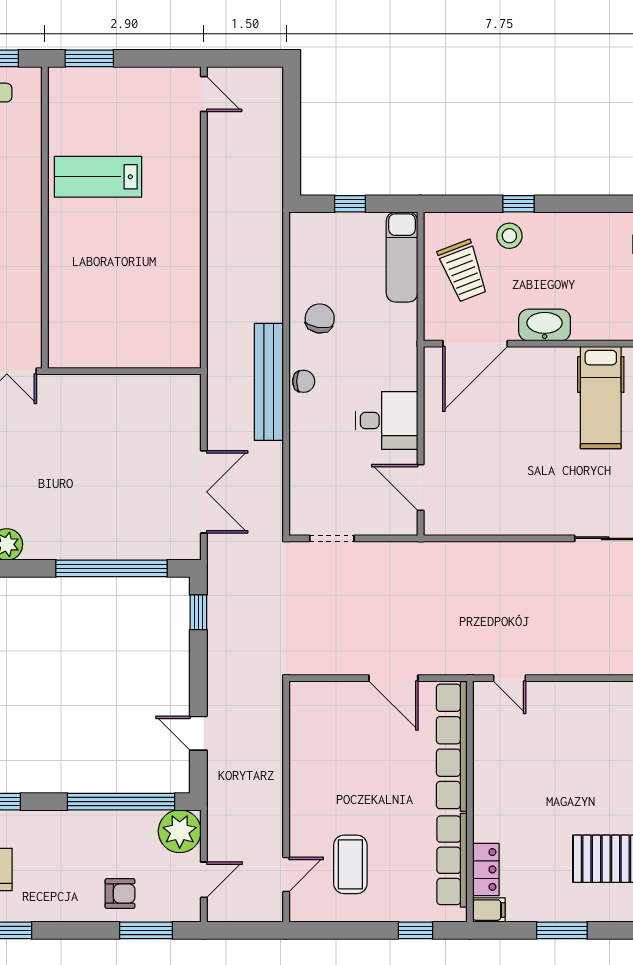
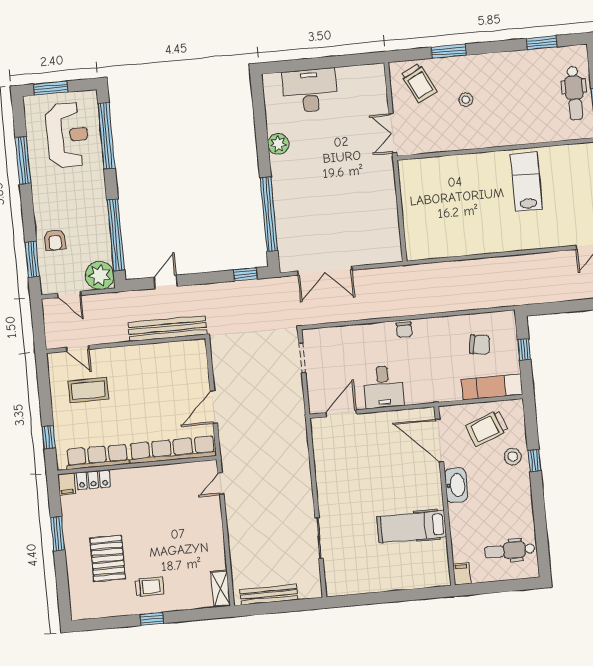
chair: (320, 318) -> (480, 345), moved
bench: (269, 382) -> (167, 329), moved

